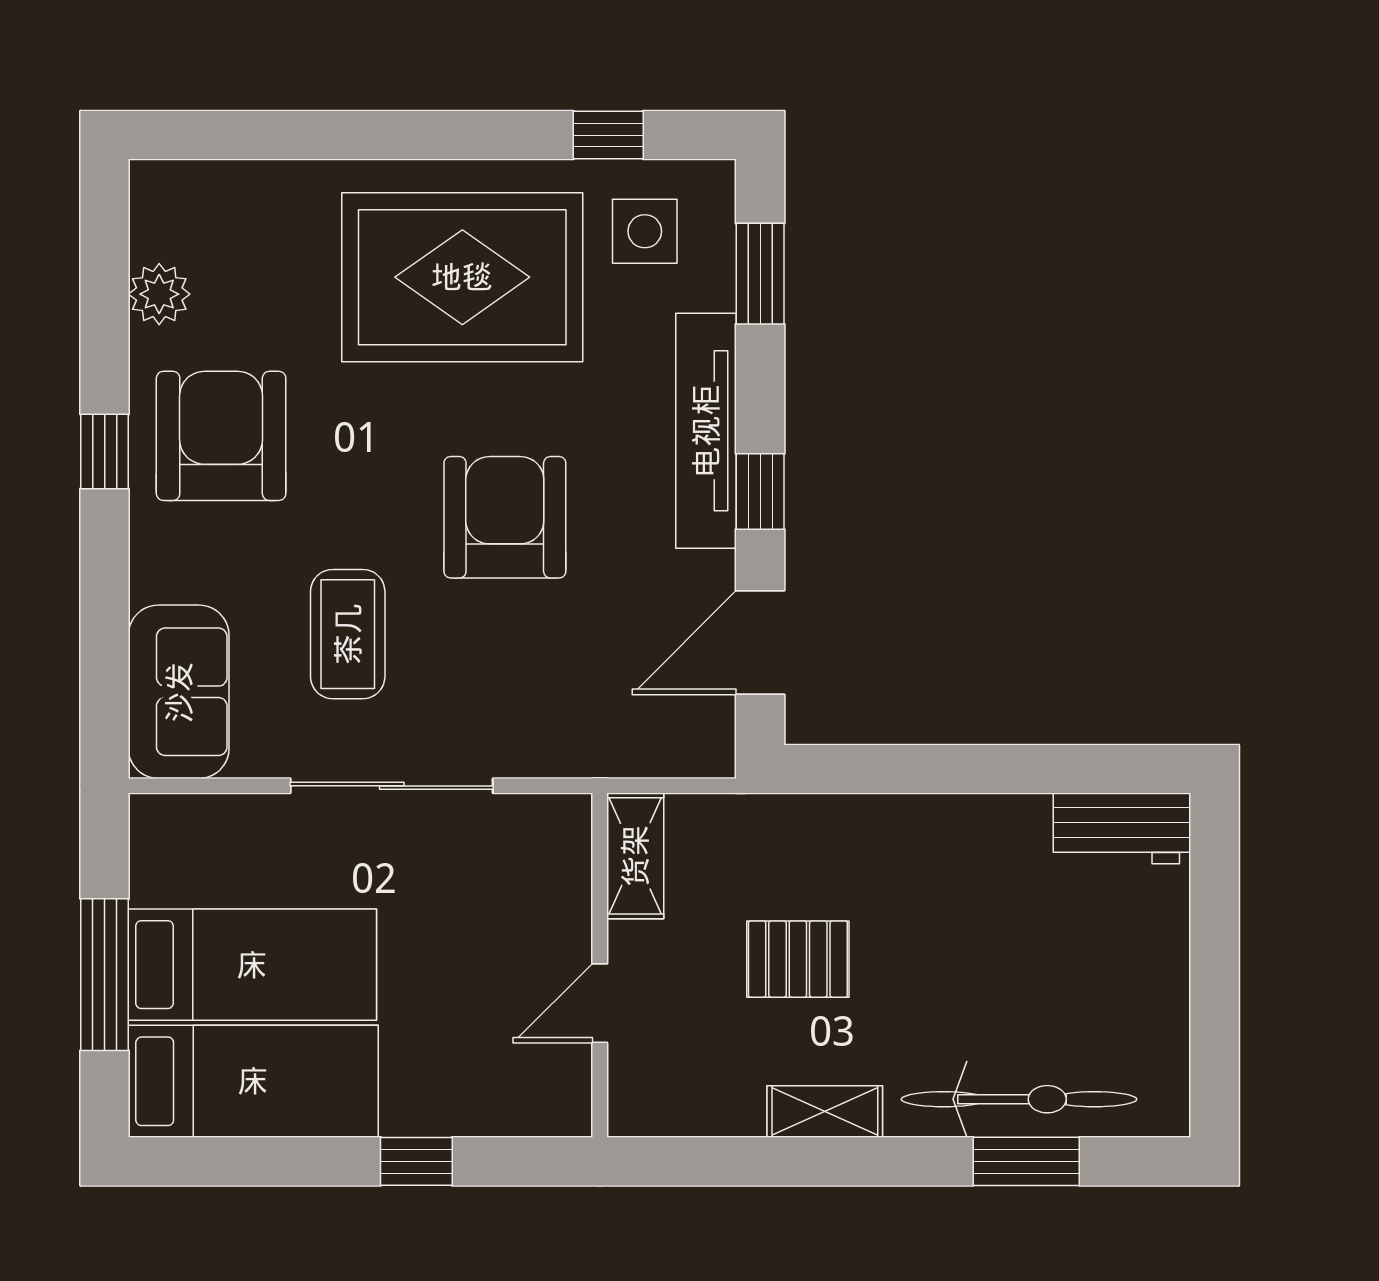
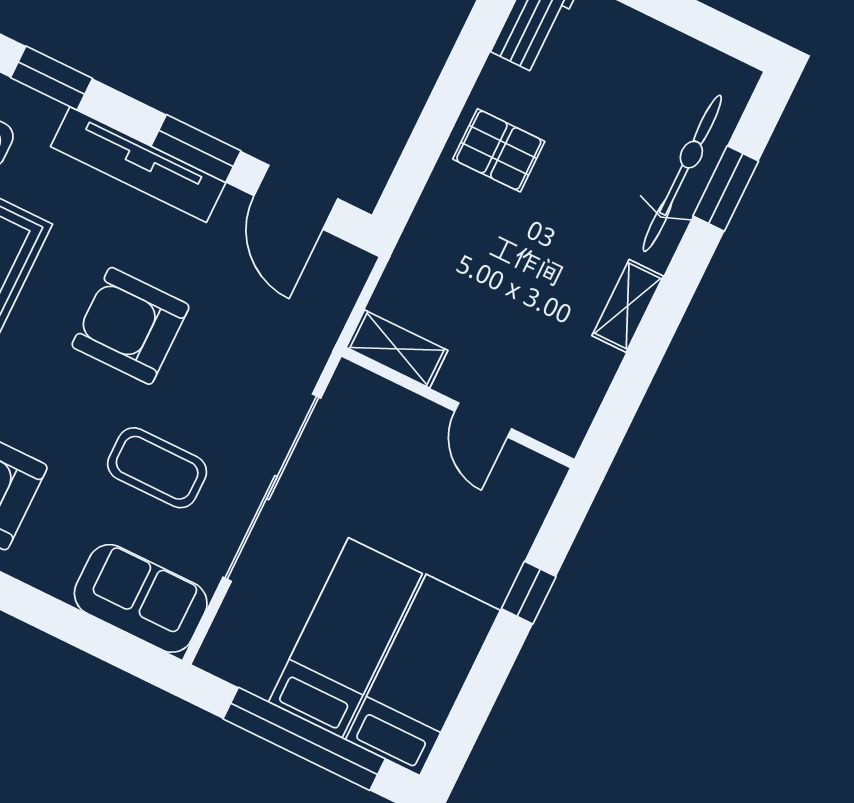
window: (760, 492) -> (196, 148), width x1.50
sliding door: (392, 786) -> (272, 488), width x1.36
pallet: (798, 959) -> (499, 150), moved, turned 90
window: (105, 975) -> (304, 739), width x1.46

